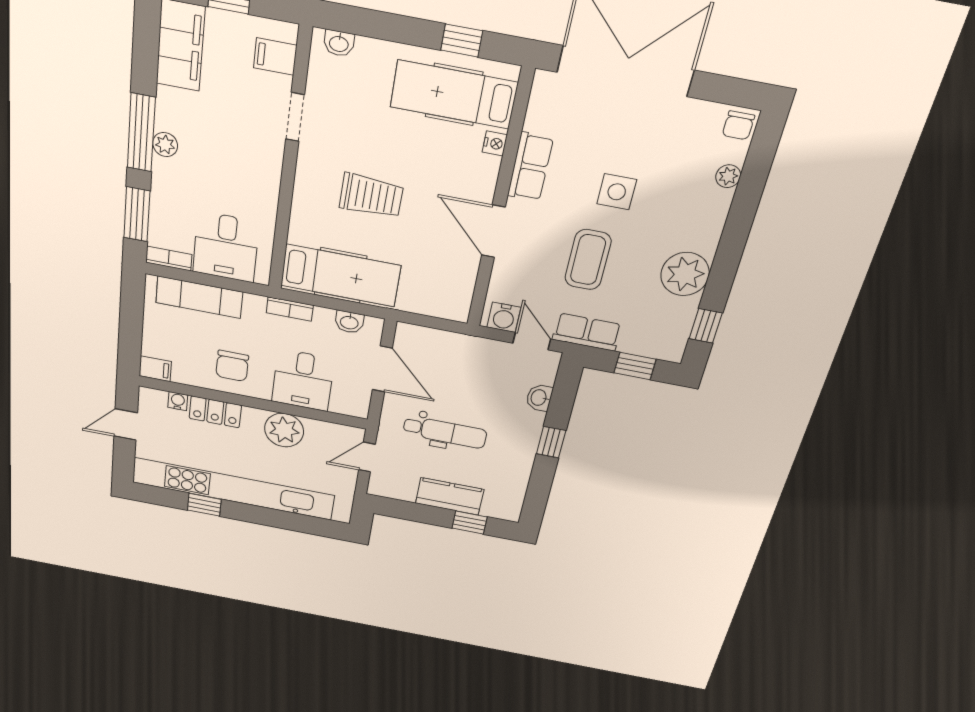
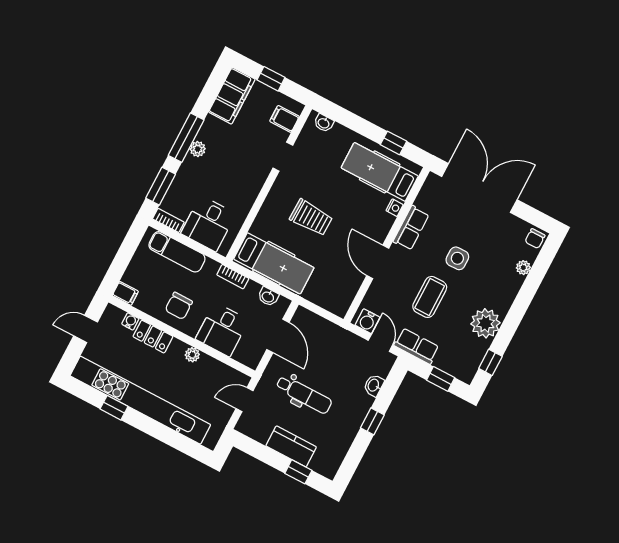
plant: (284, 430) -> (192, 355), width x0.53, depth x0.53

